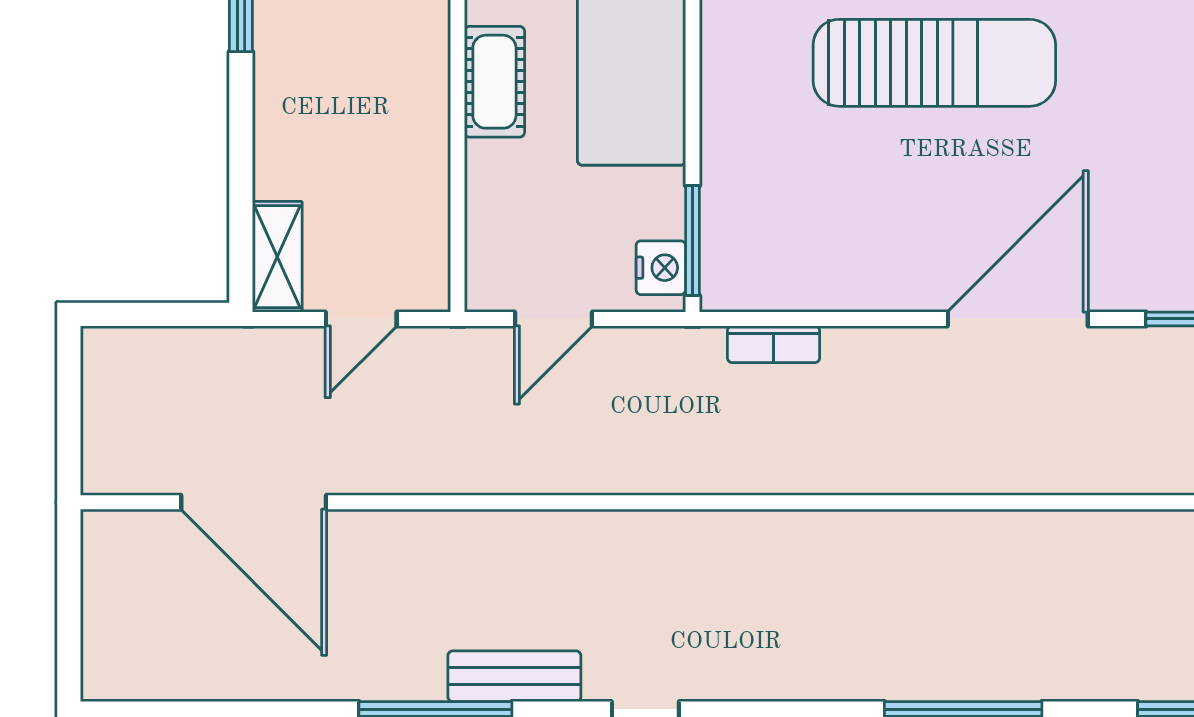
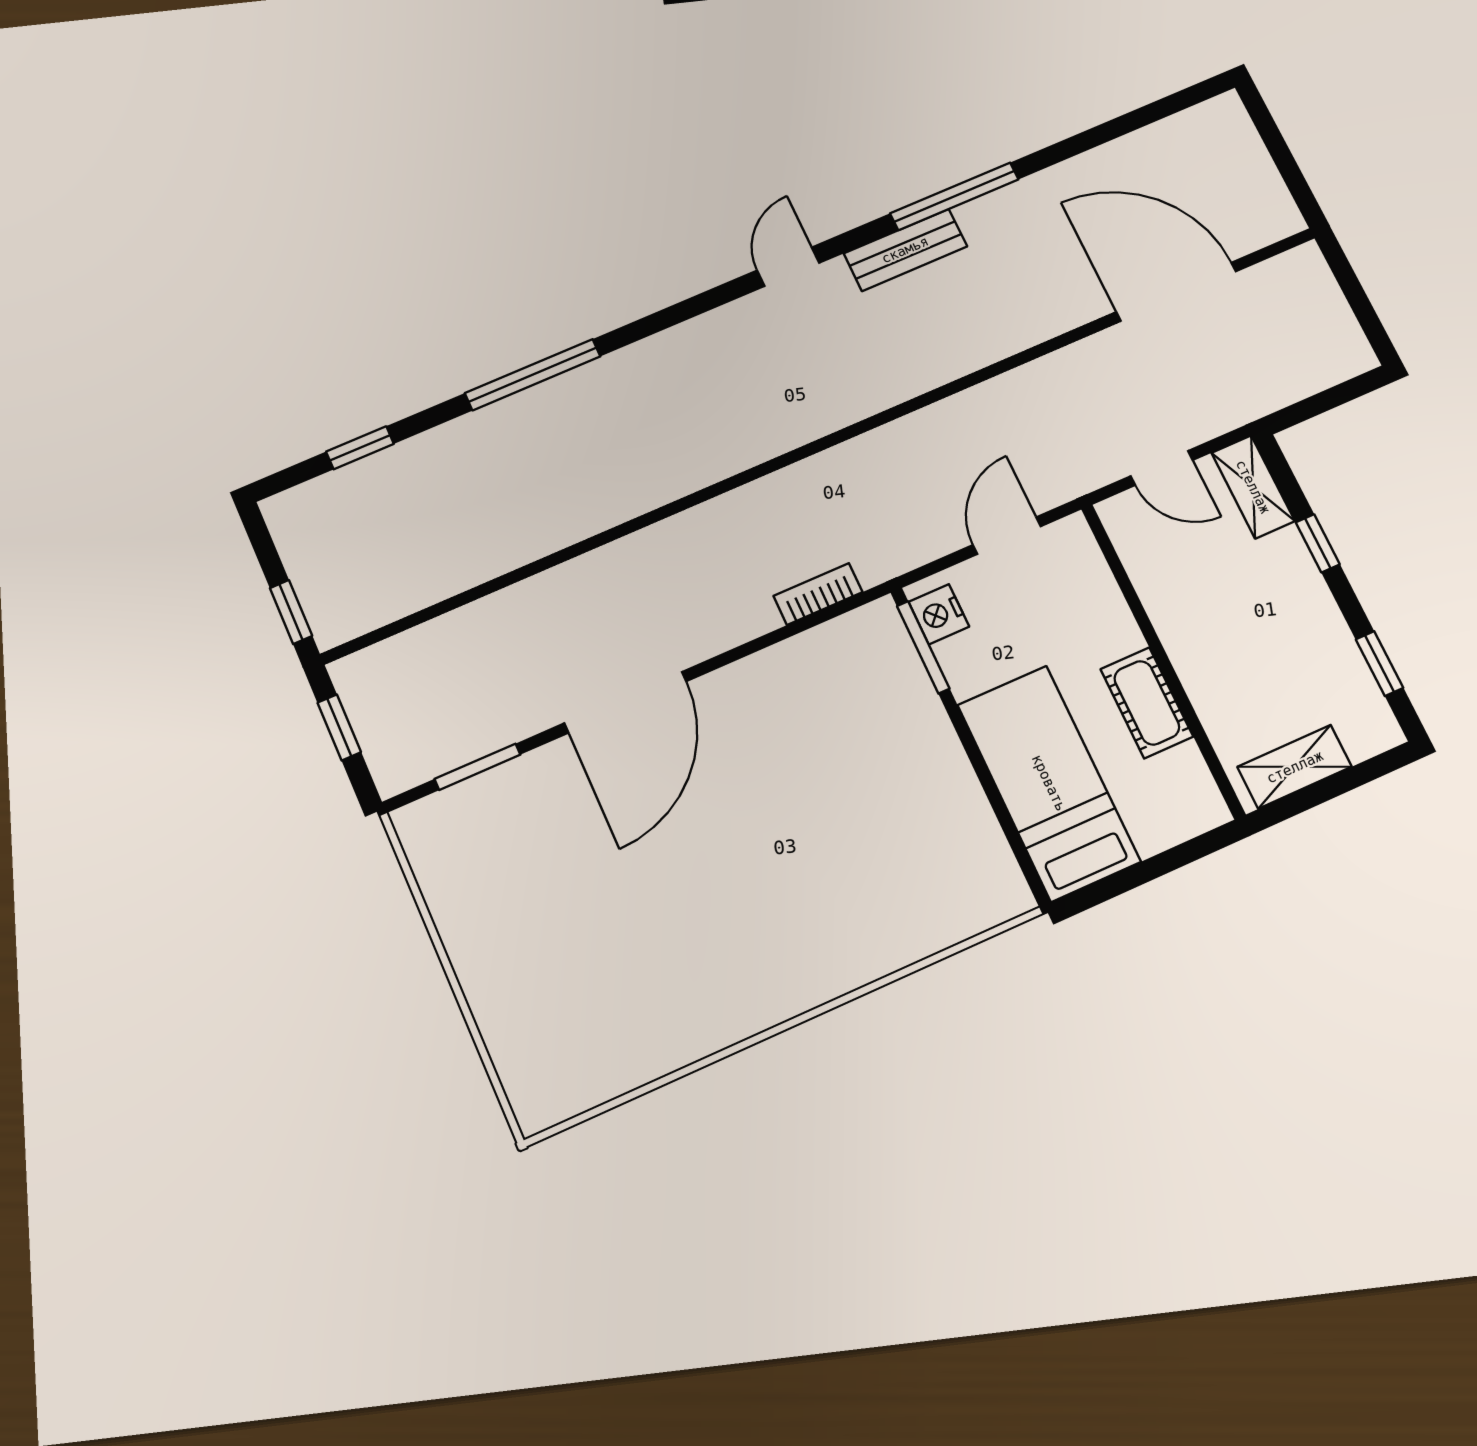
sun lounger: (934, 63) -> (789, 881), removed
window: (241, 168) -> (1318, 543), added
door: (361, 319) -> (1162, 468), swing flipped

